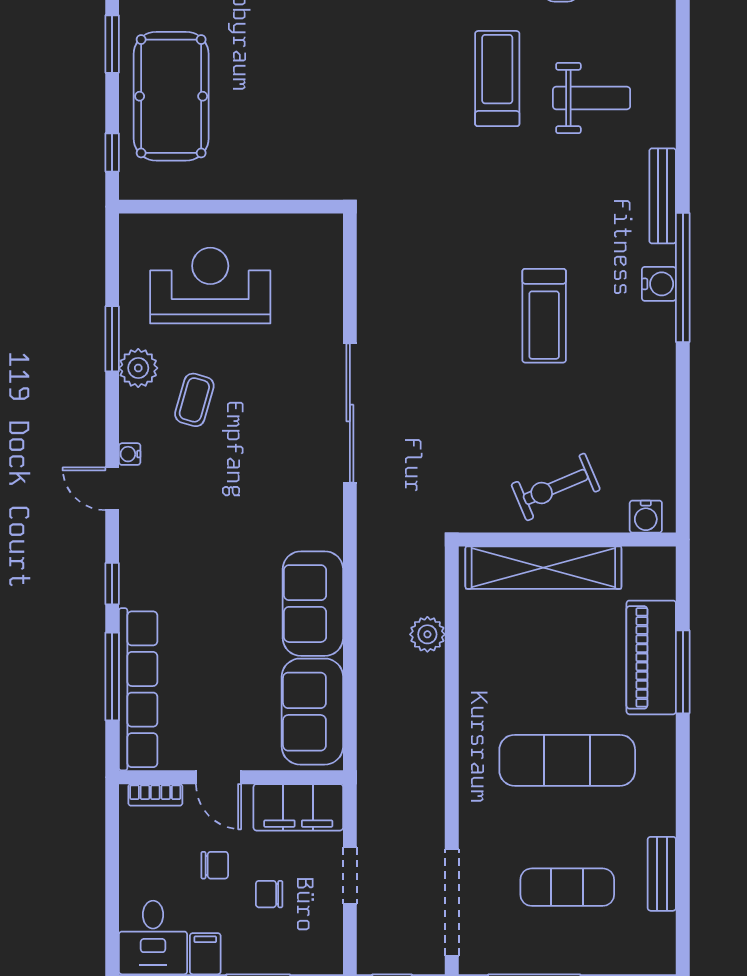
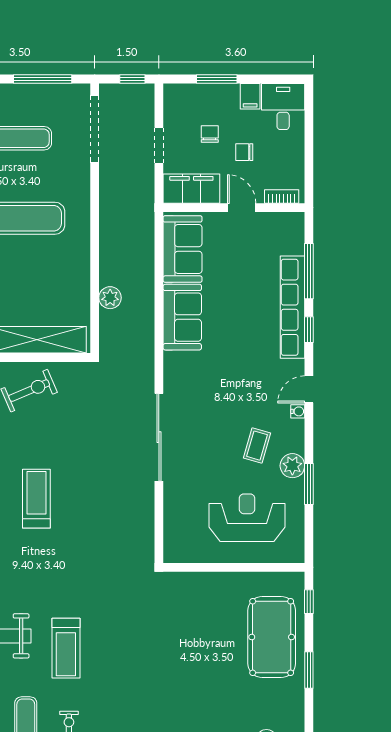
reception desk: (210, 286) -> (247, 518), turned 180
door: (112, 489) -> (309, 389), swing flipped
row of seats: (138, 689) -> (292, 307), moved
chair: (269, 894) -> (210, 134), turned -90

